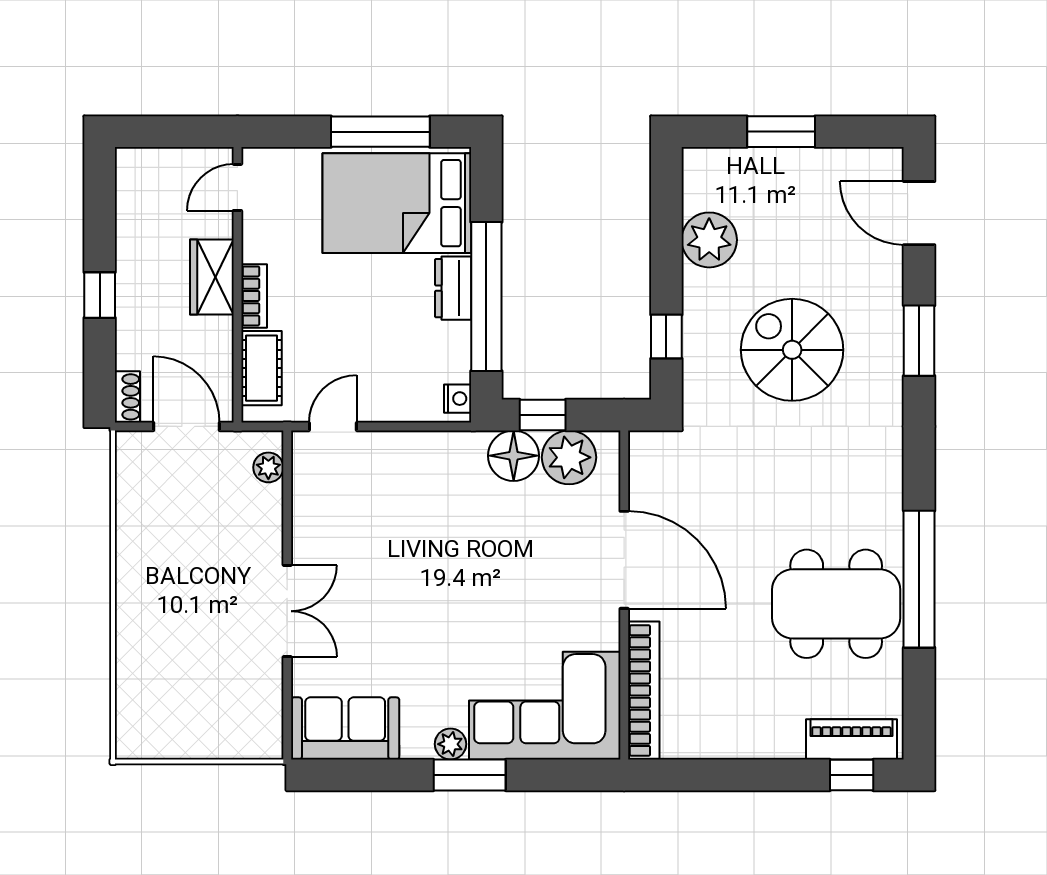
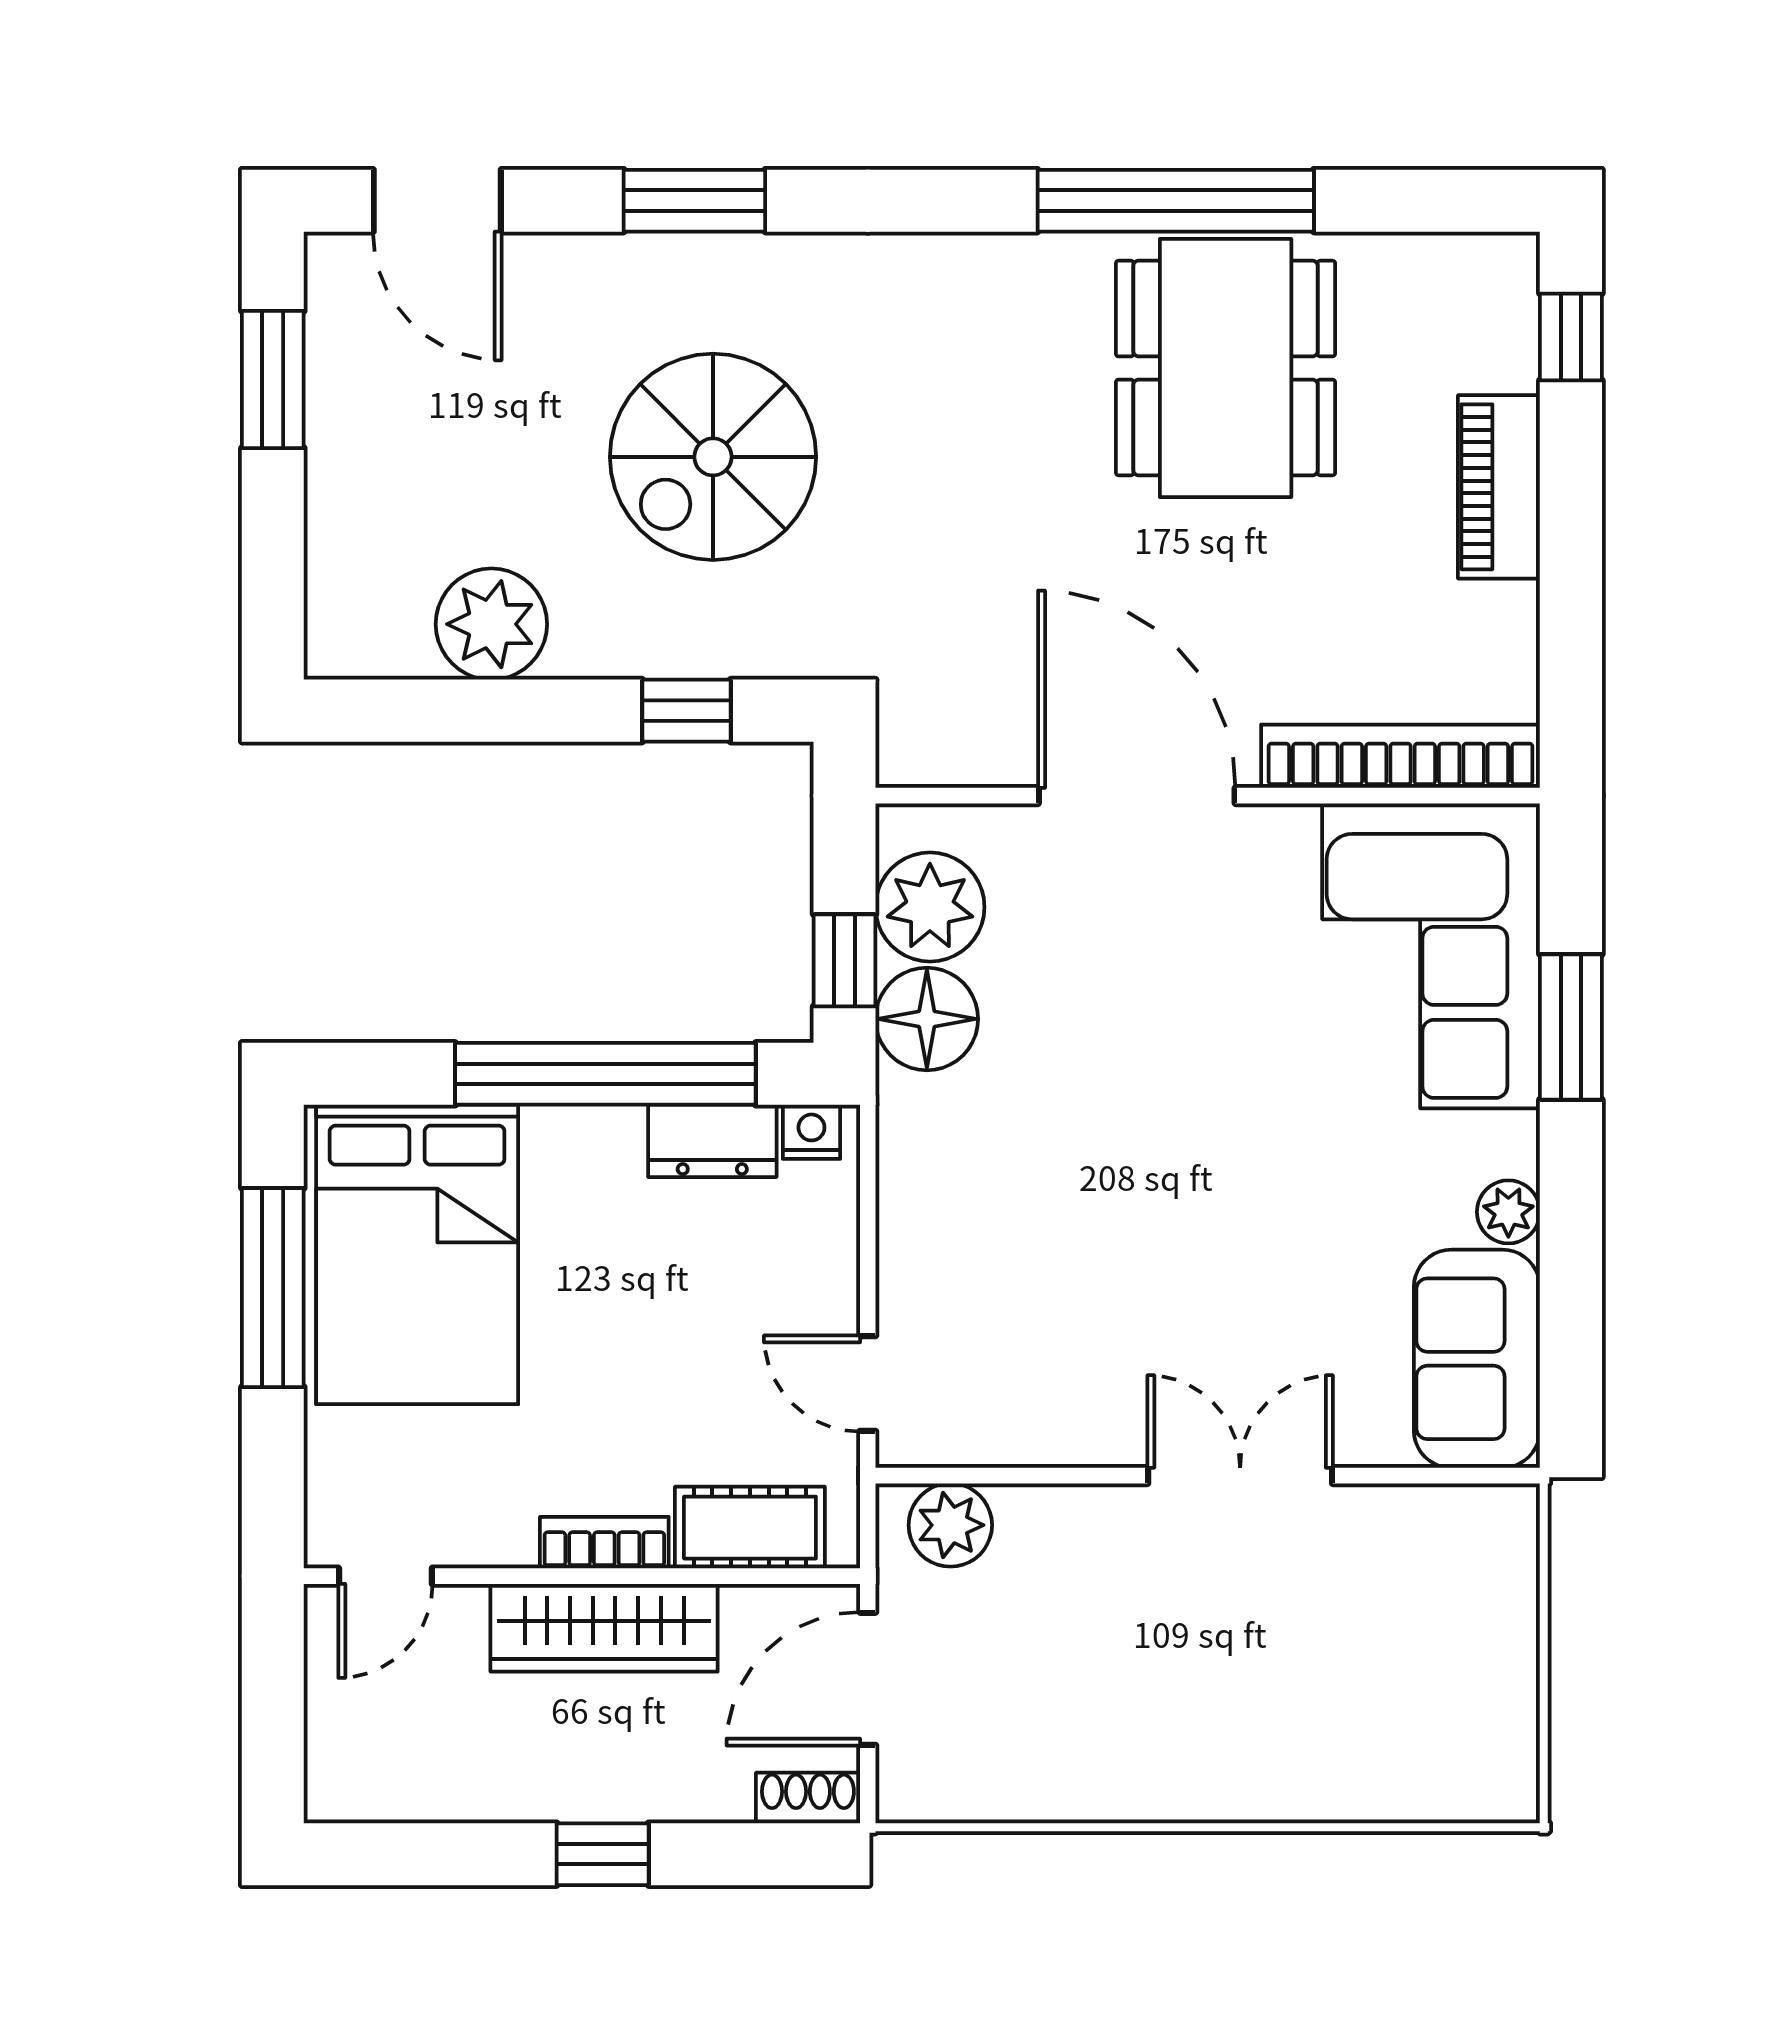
window: (781, 132) -> (273, 379), moved
door: (237, 187) -> (385, 1576), hinge flipped
door: (919, 213) -> (437, 201), hinge flipped
wardrobe: (212, 277) -> (604, 1628), width x1.50
dresser: (453, 288) -> (712, 1141), moved
plant: (268, 467) -> (950, 1525), width x1.38, depth x1.38
door: (624, 560) -> (1137, 796), hinge flipped
piano: (851, 739) -> (1499, 487), moved
plant: (450, 744) -> (1508, 1212), moved
window: (470, 775) -> (1571, 1027), moved

